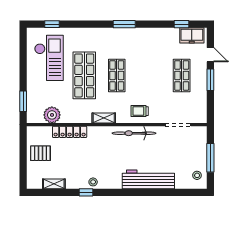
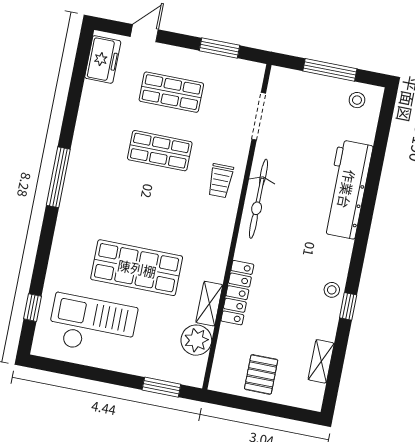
window: (124, 24) -> (58, 177), width x1.44
window: (182, 24) -> (79, 74), removed
shop shelf: (117, 75) -> (160, 151), moved
window: (210, 80) -> (219, 48), moved
shelving: (104, 118) -> (209, 304), moved
locker: (70, 132) -> (237, 293), moved

